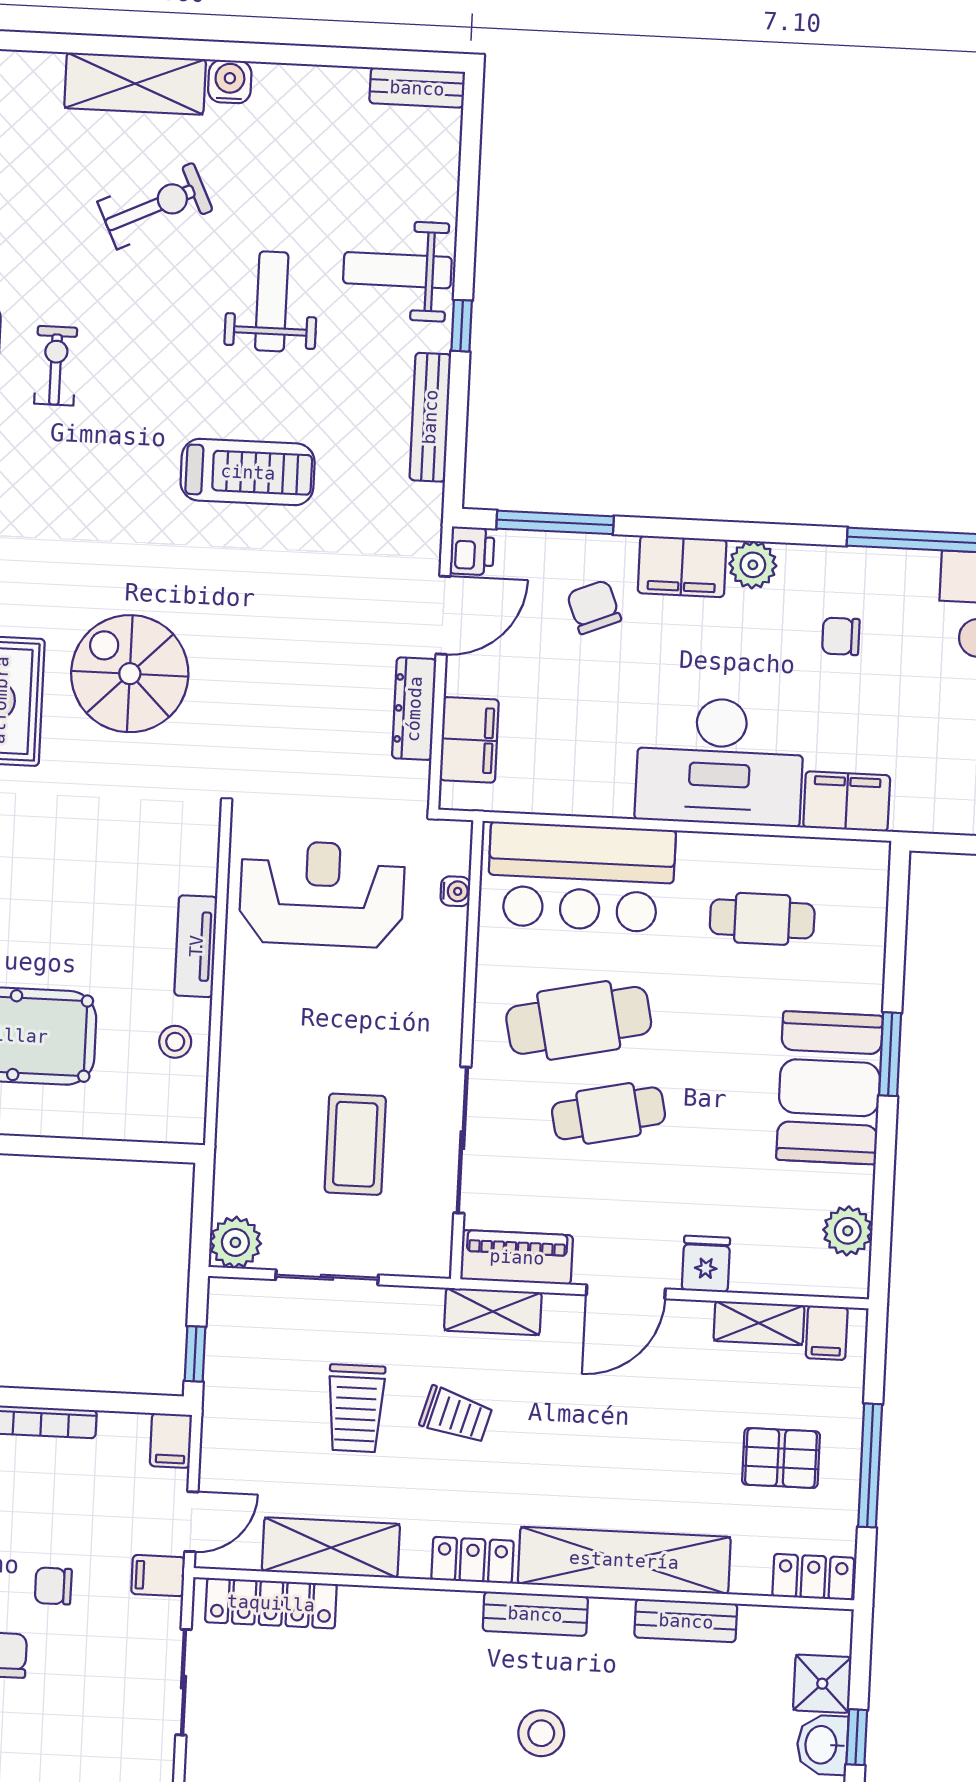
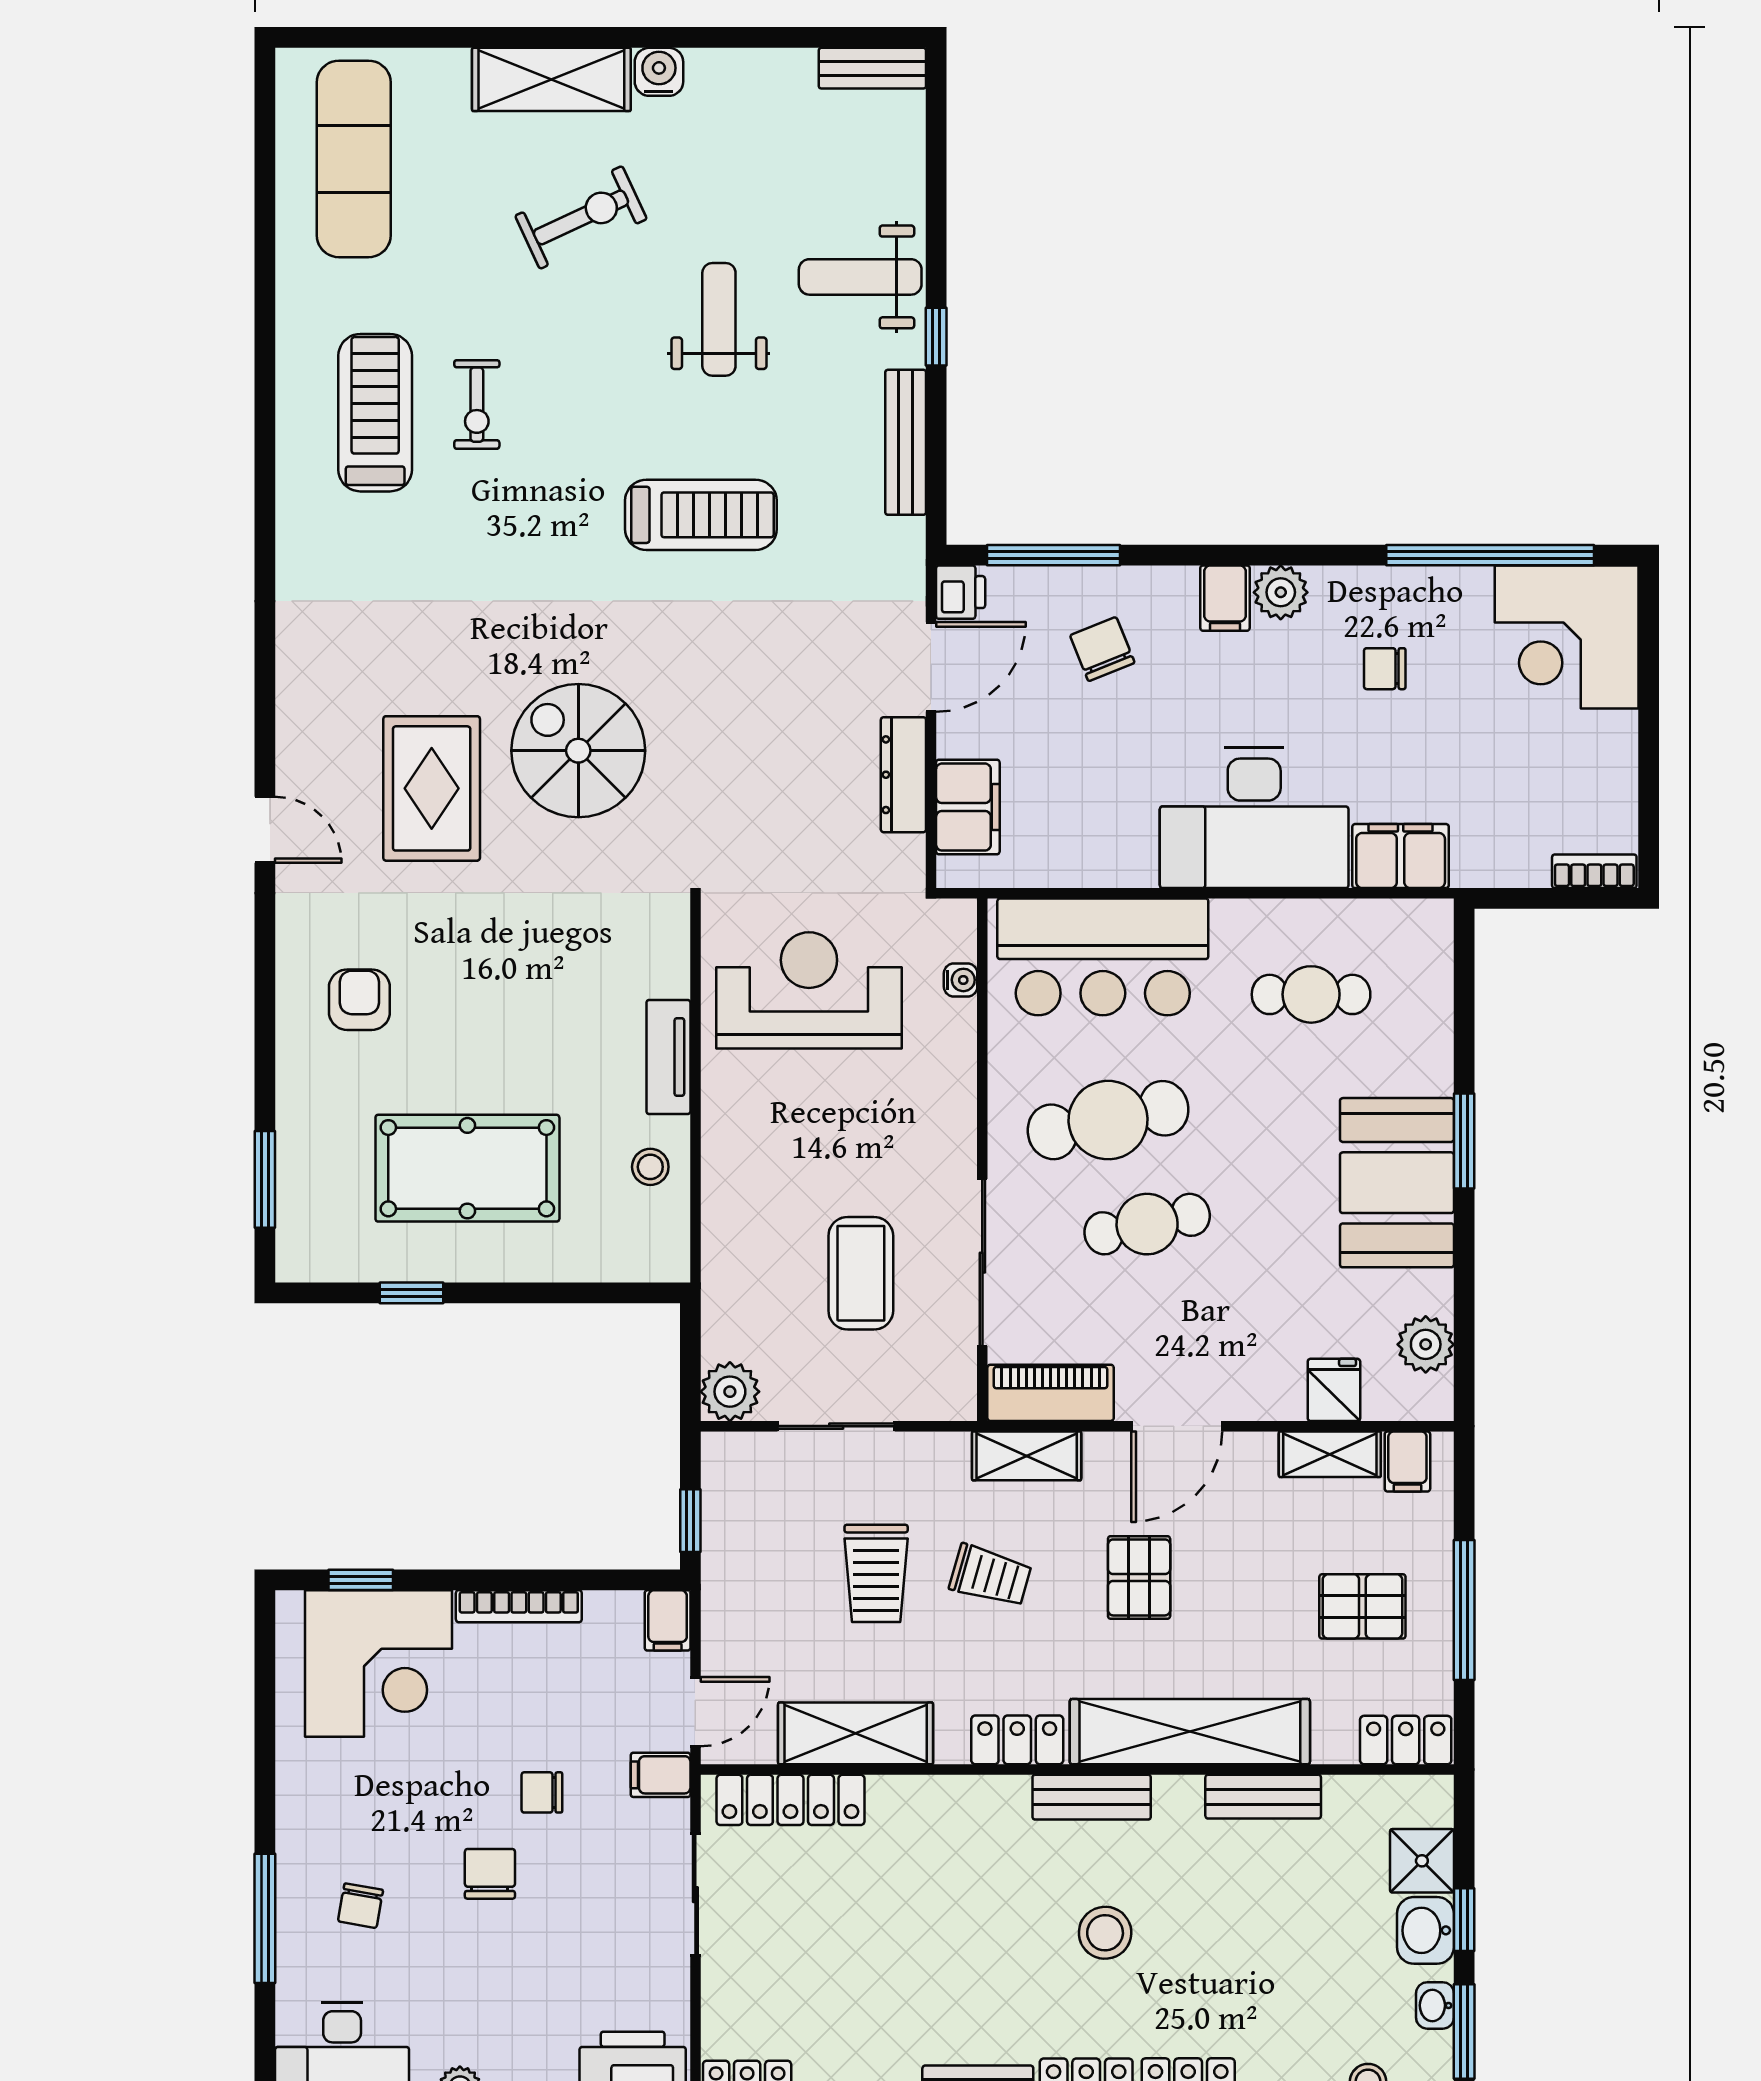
exercise bike: (56, 366) -> (477, 405), turned 180
filing cabinet: (682, 566) -> (1225, 598), width x0.50
fridge: (706, 1264) -> (1334, 1390), moved
pallet: (586, 1423) -> (1139, 1577), added

